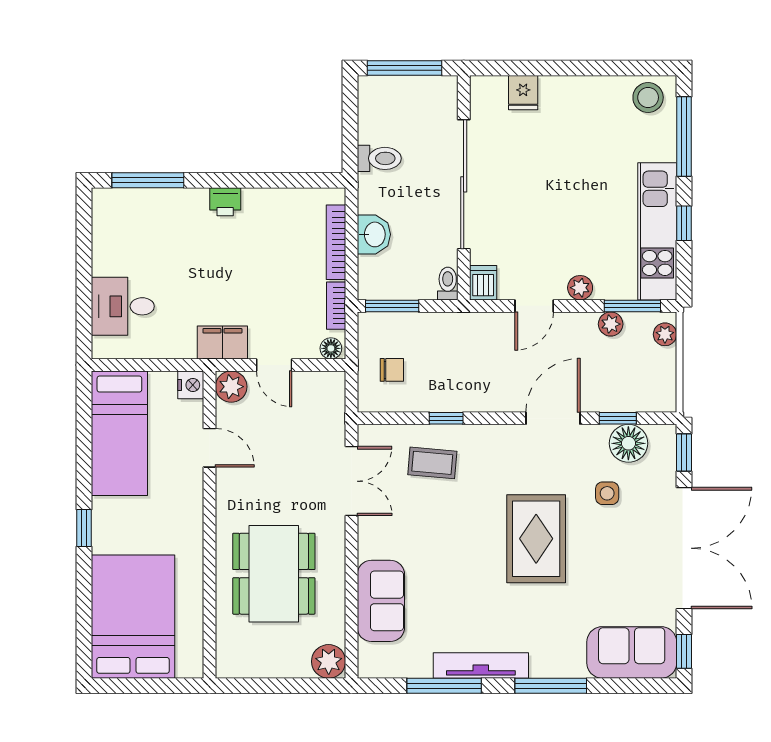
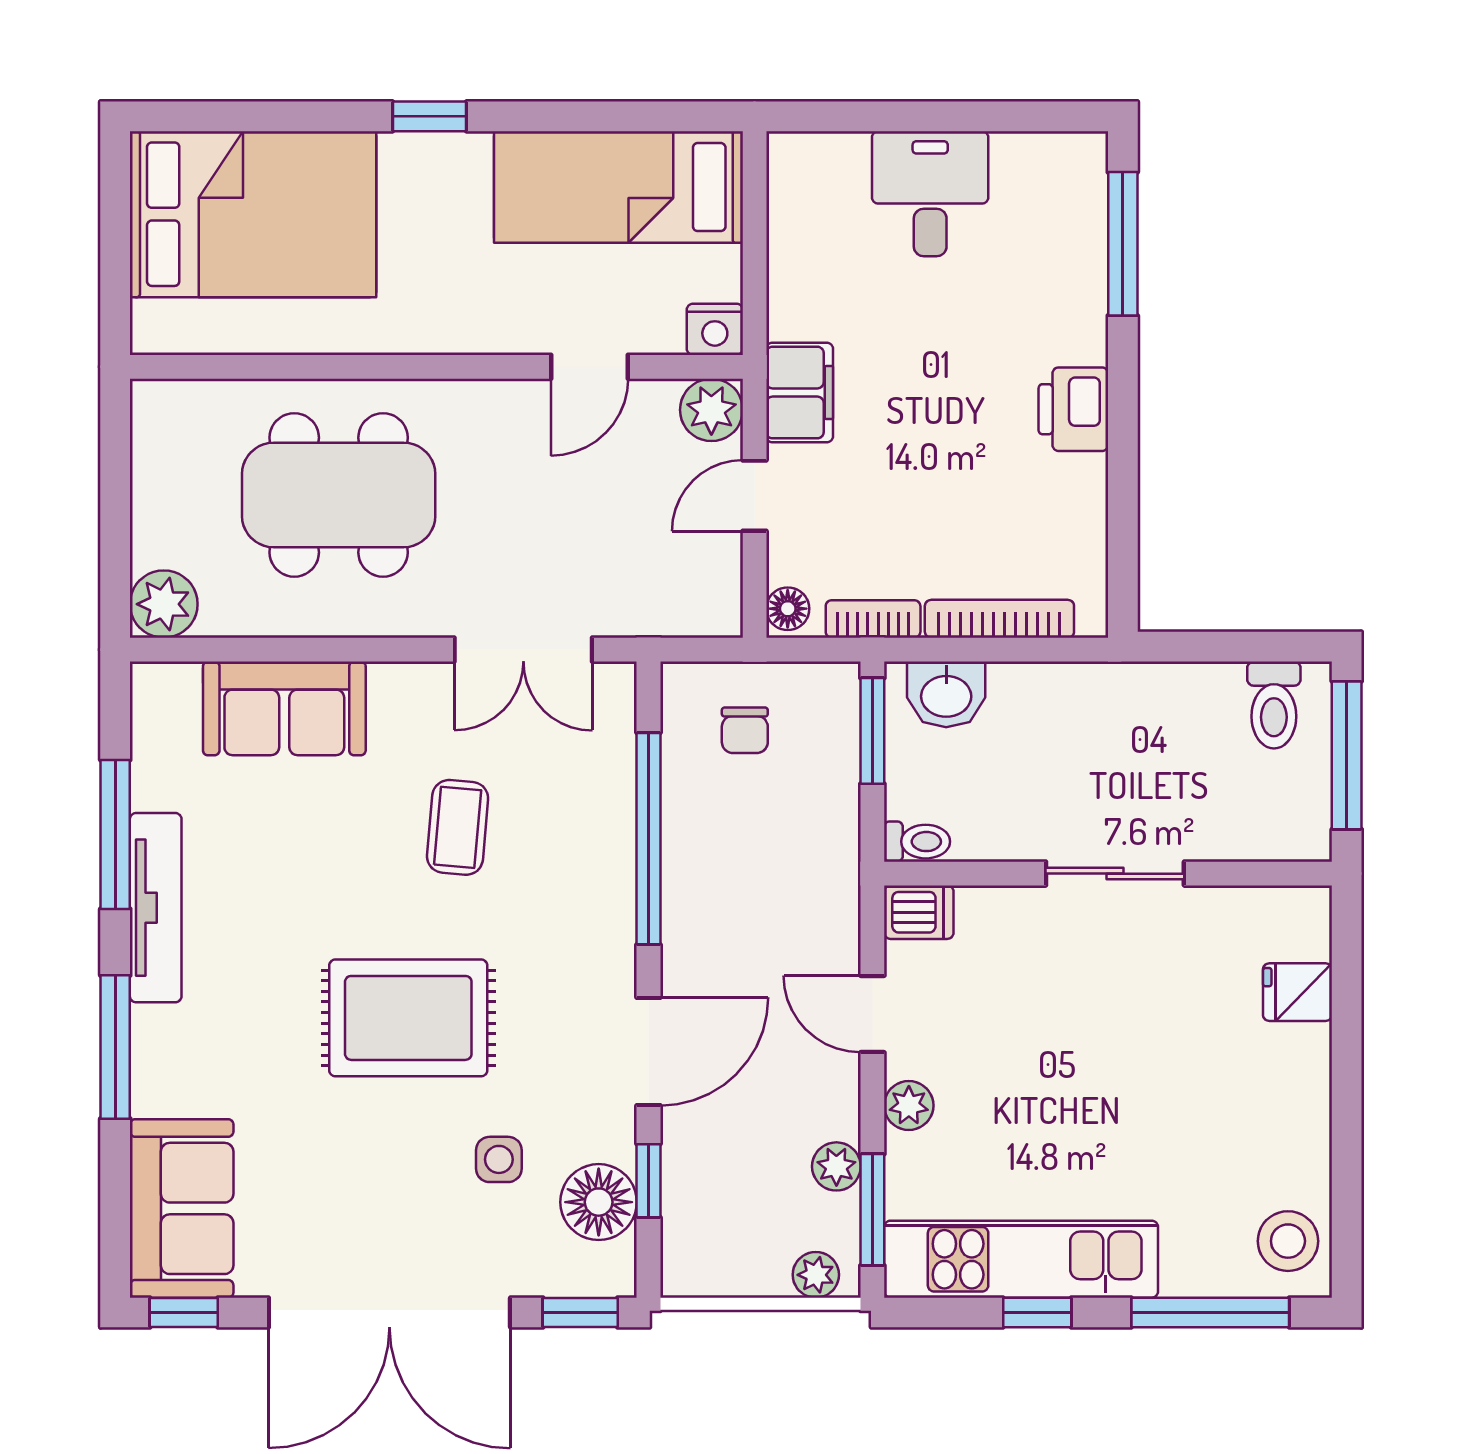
toilet: (379, 158) -> (1274, 705), moved
sliding door: (464, 184) -> (1115, 874), width x0.54
printer: (225, 202) -> (1073, 409), width x1.36, depth x1.24
washbasin: (374, 234) -> (946, 694), moved
desk: (123, 306) -> (930, 194), moved
window: (446, 418) -> (648, 839), width x3.17
door: (553, 418) -> (648, 1051), hinge flipped
coffee table: (432, 463) -> (458, 827), moved

